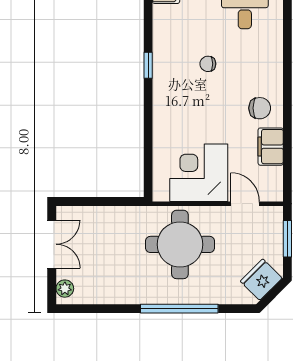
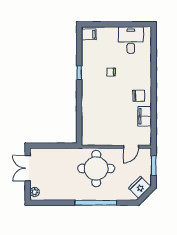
corner desk: (199, 173) -> (106, 130), removed
door: (245, 204) -> (131, 147), swing flipped
double door: (52, 244) -> (28, 168), swing flipped

